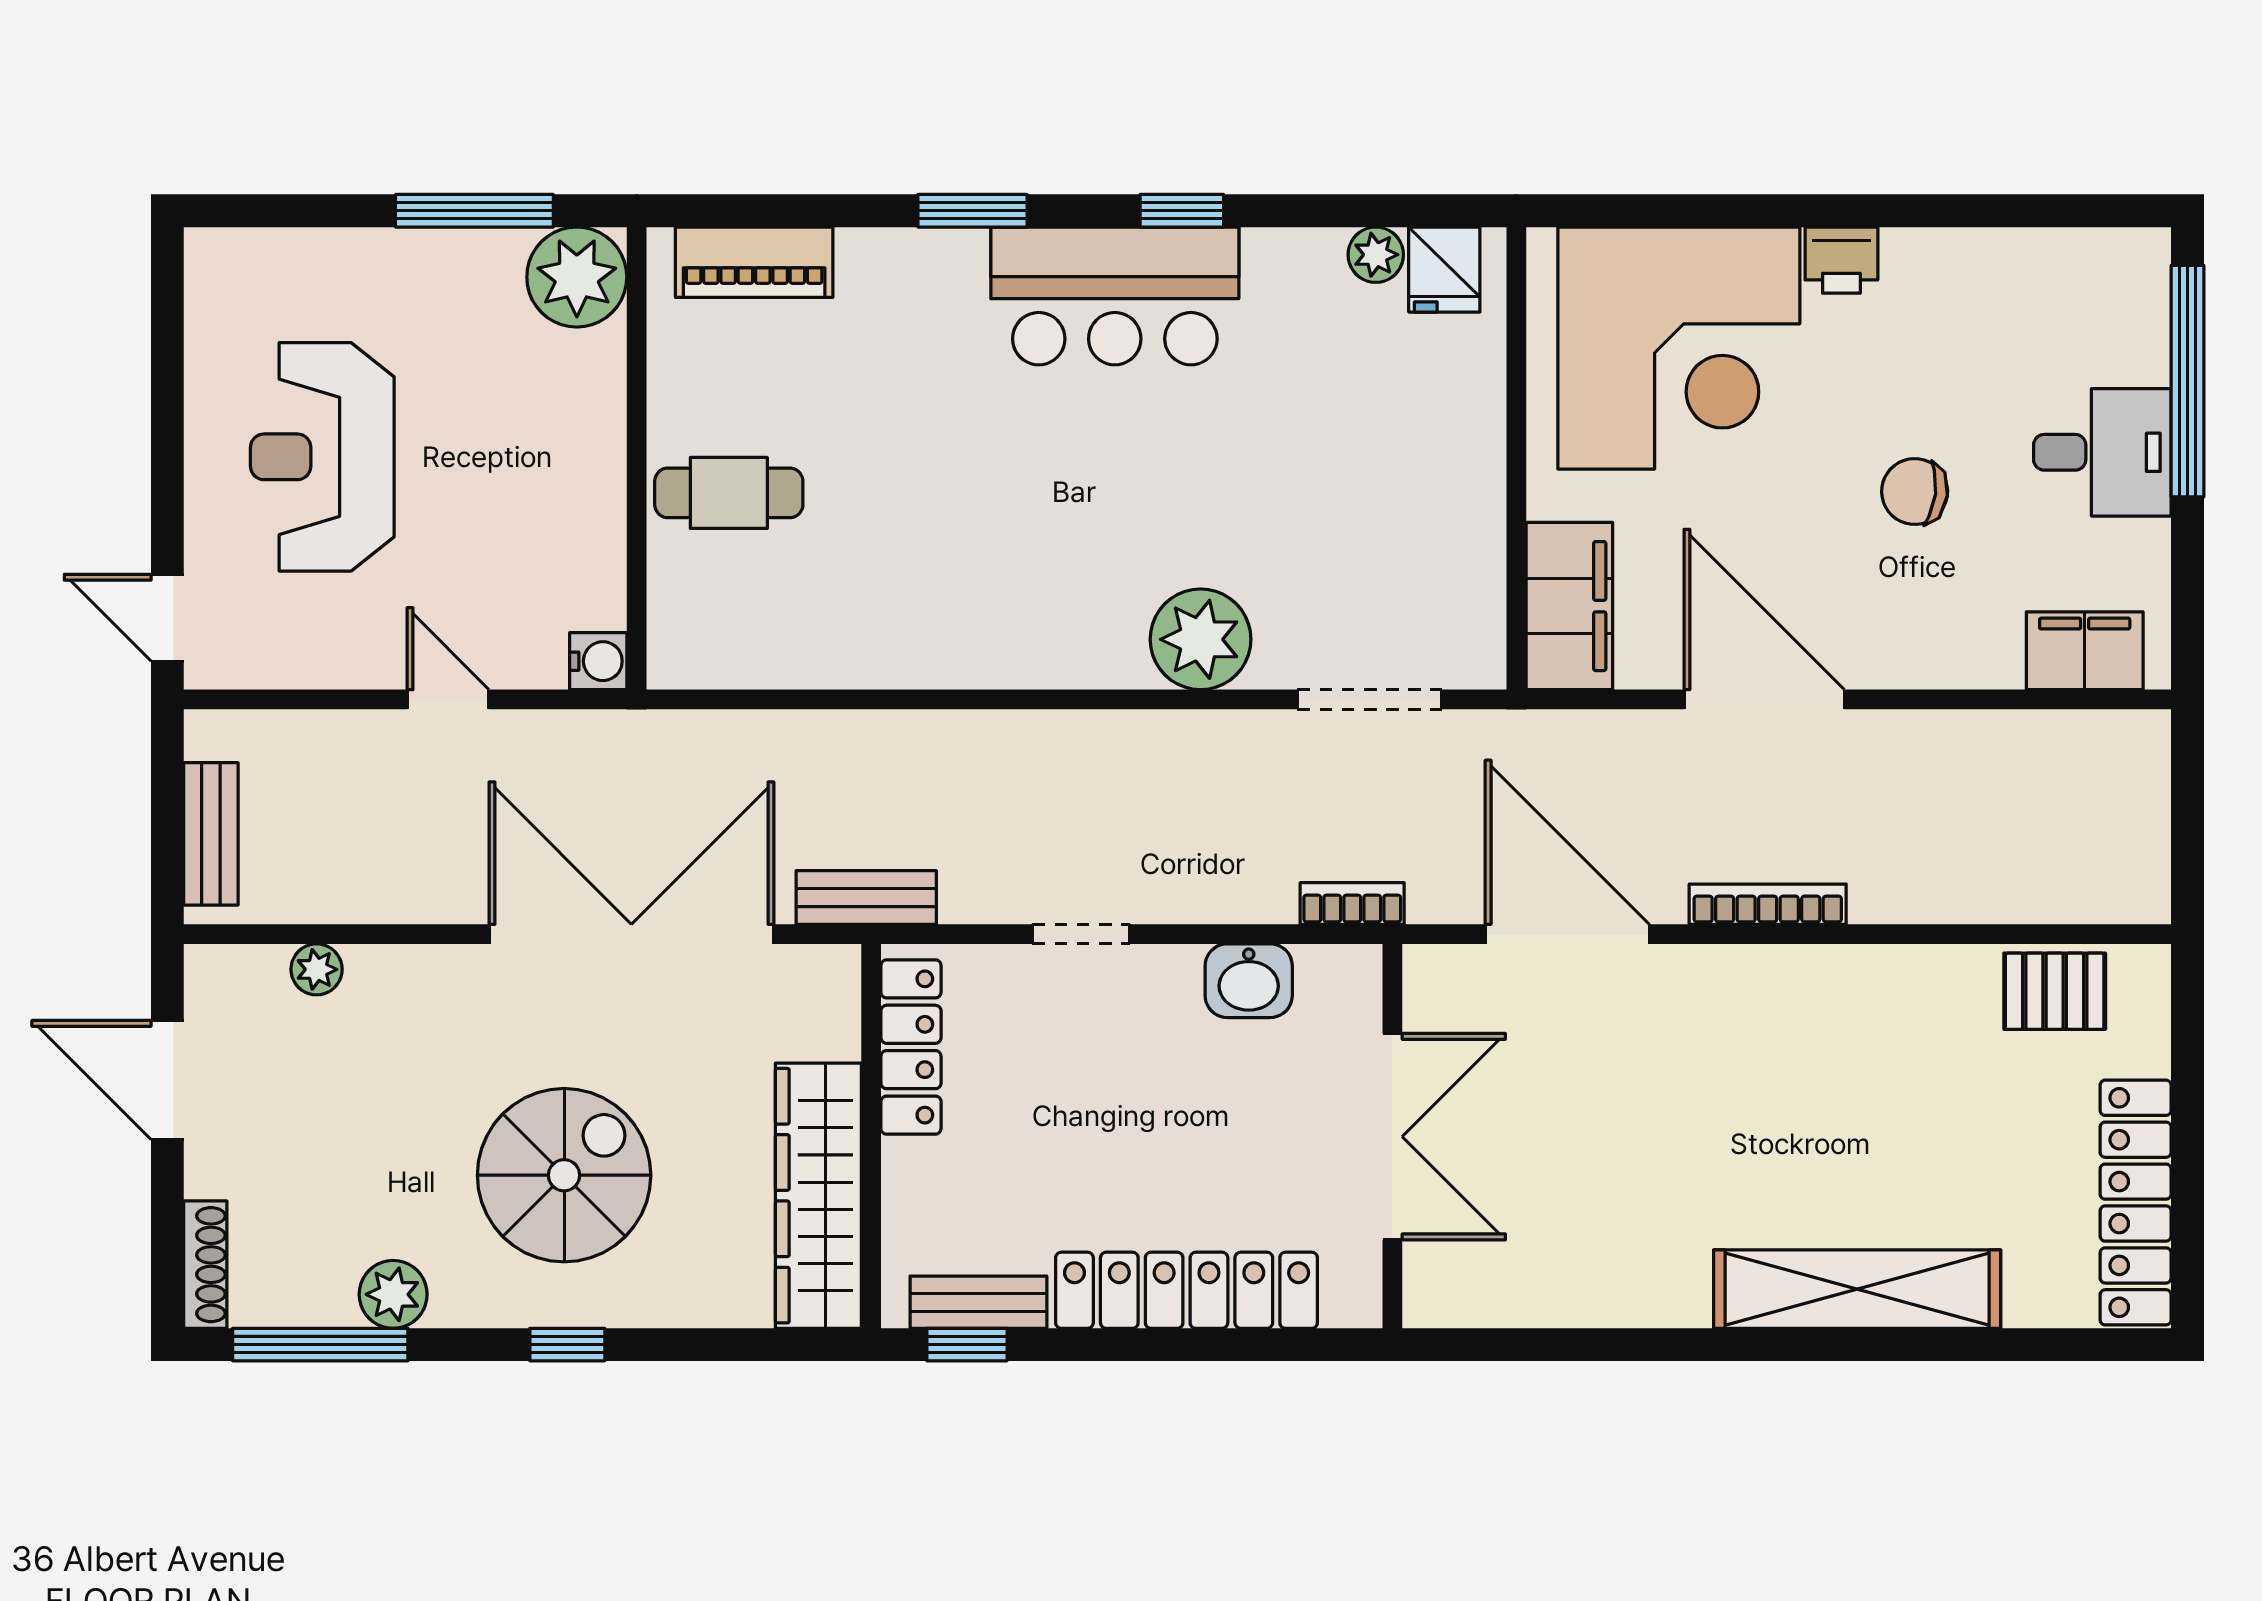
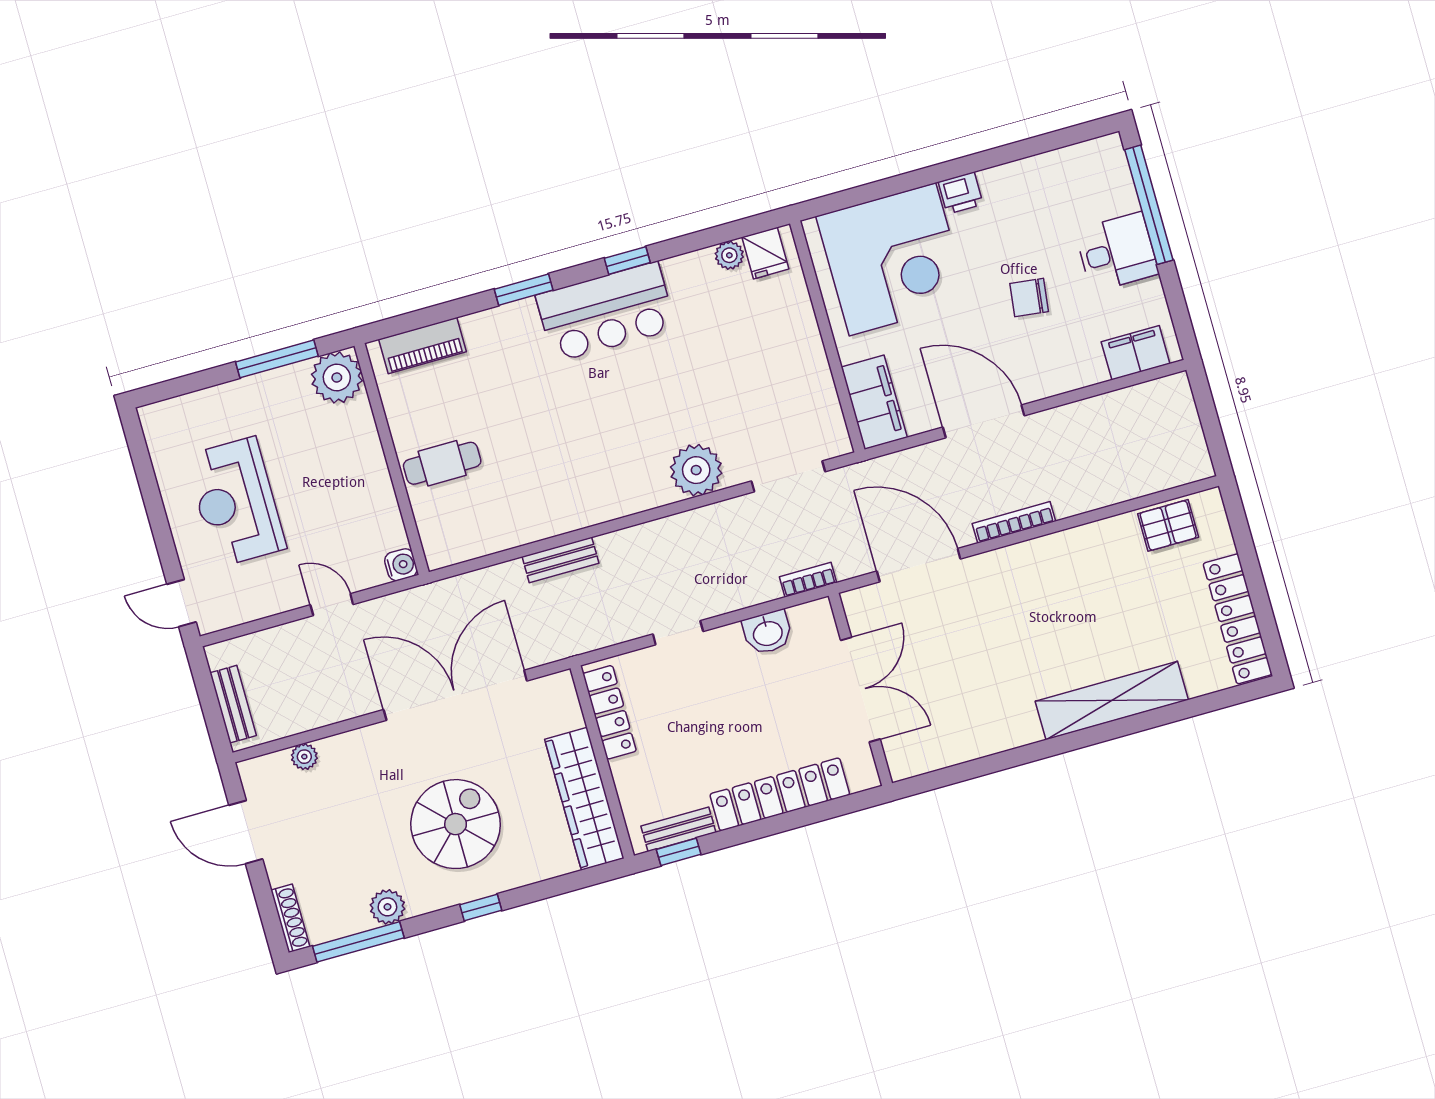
bench: (866, 897) -> (560, 560), moved

